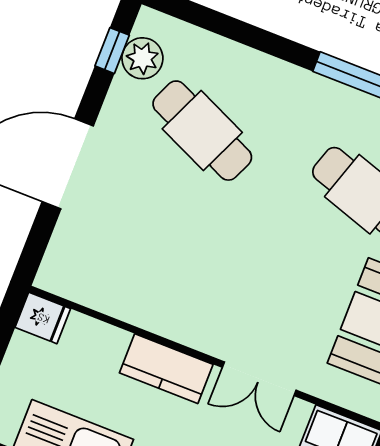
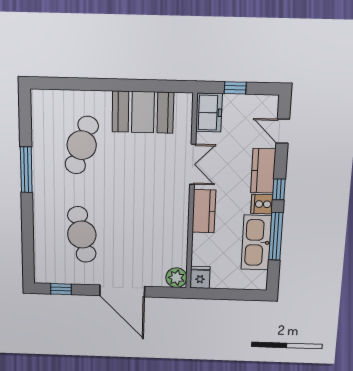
plant: (142, 58) -> (176, 278), moved
cafe table: (202, 131) -> (82, 235), turned -36

